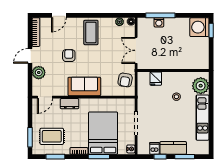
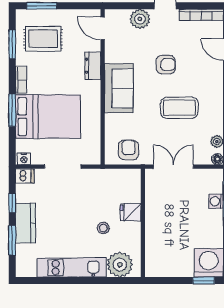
coffee table: (91, 32) -> (179, 108), moved
fridge: (156, 79) -> (131, 212), moved
armchair: (125, 80) -> (129, 150), turned 80
rug: (52, 136) -> (43, 39), turned 90
dishwasher: (154, 148) -> (25, 176), moved

